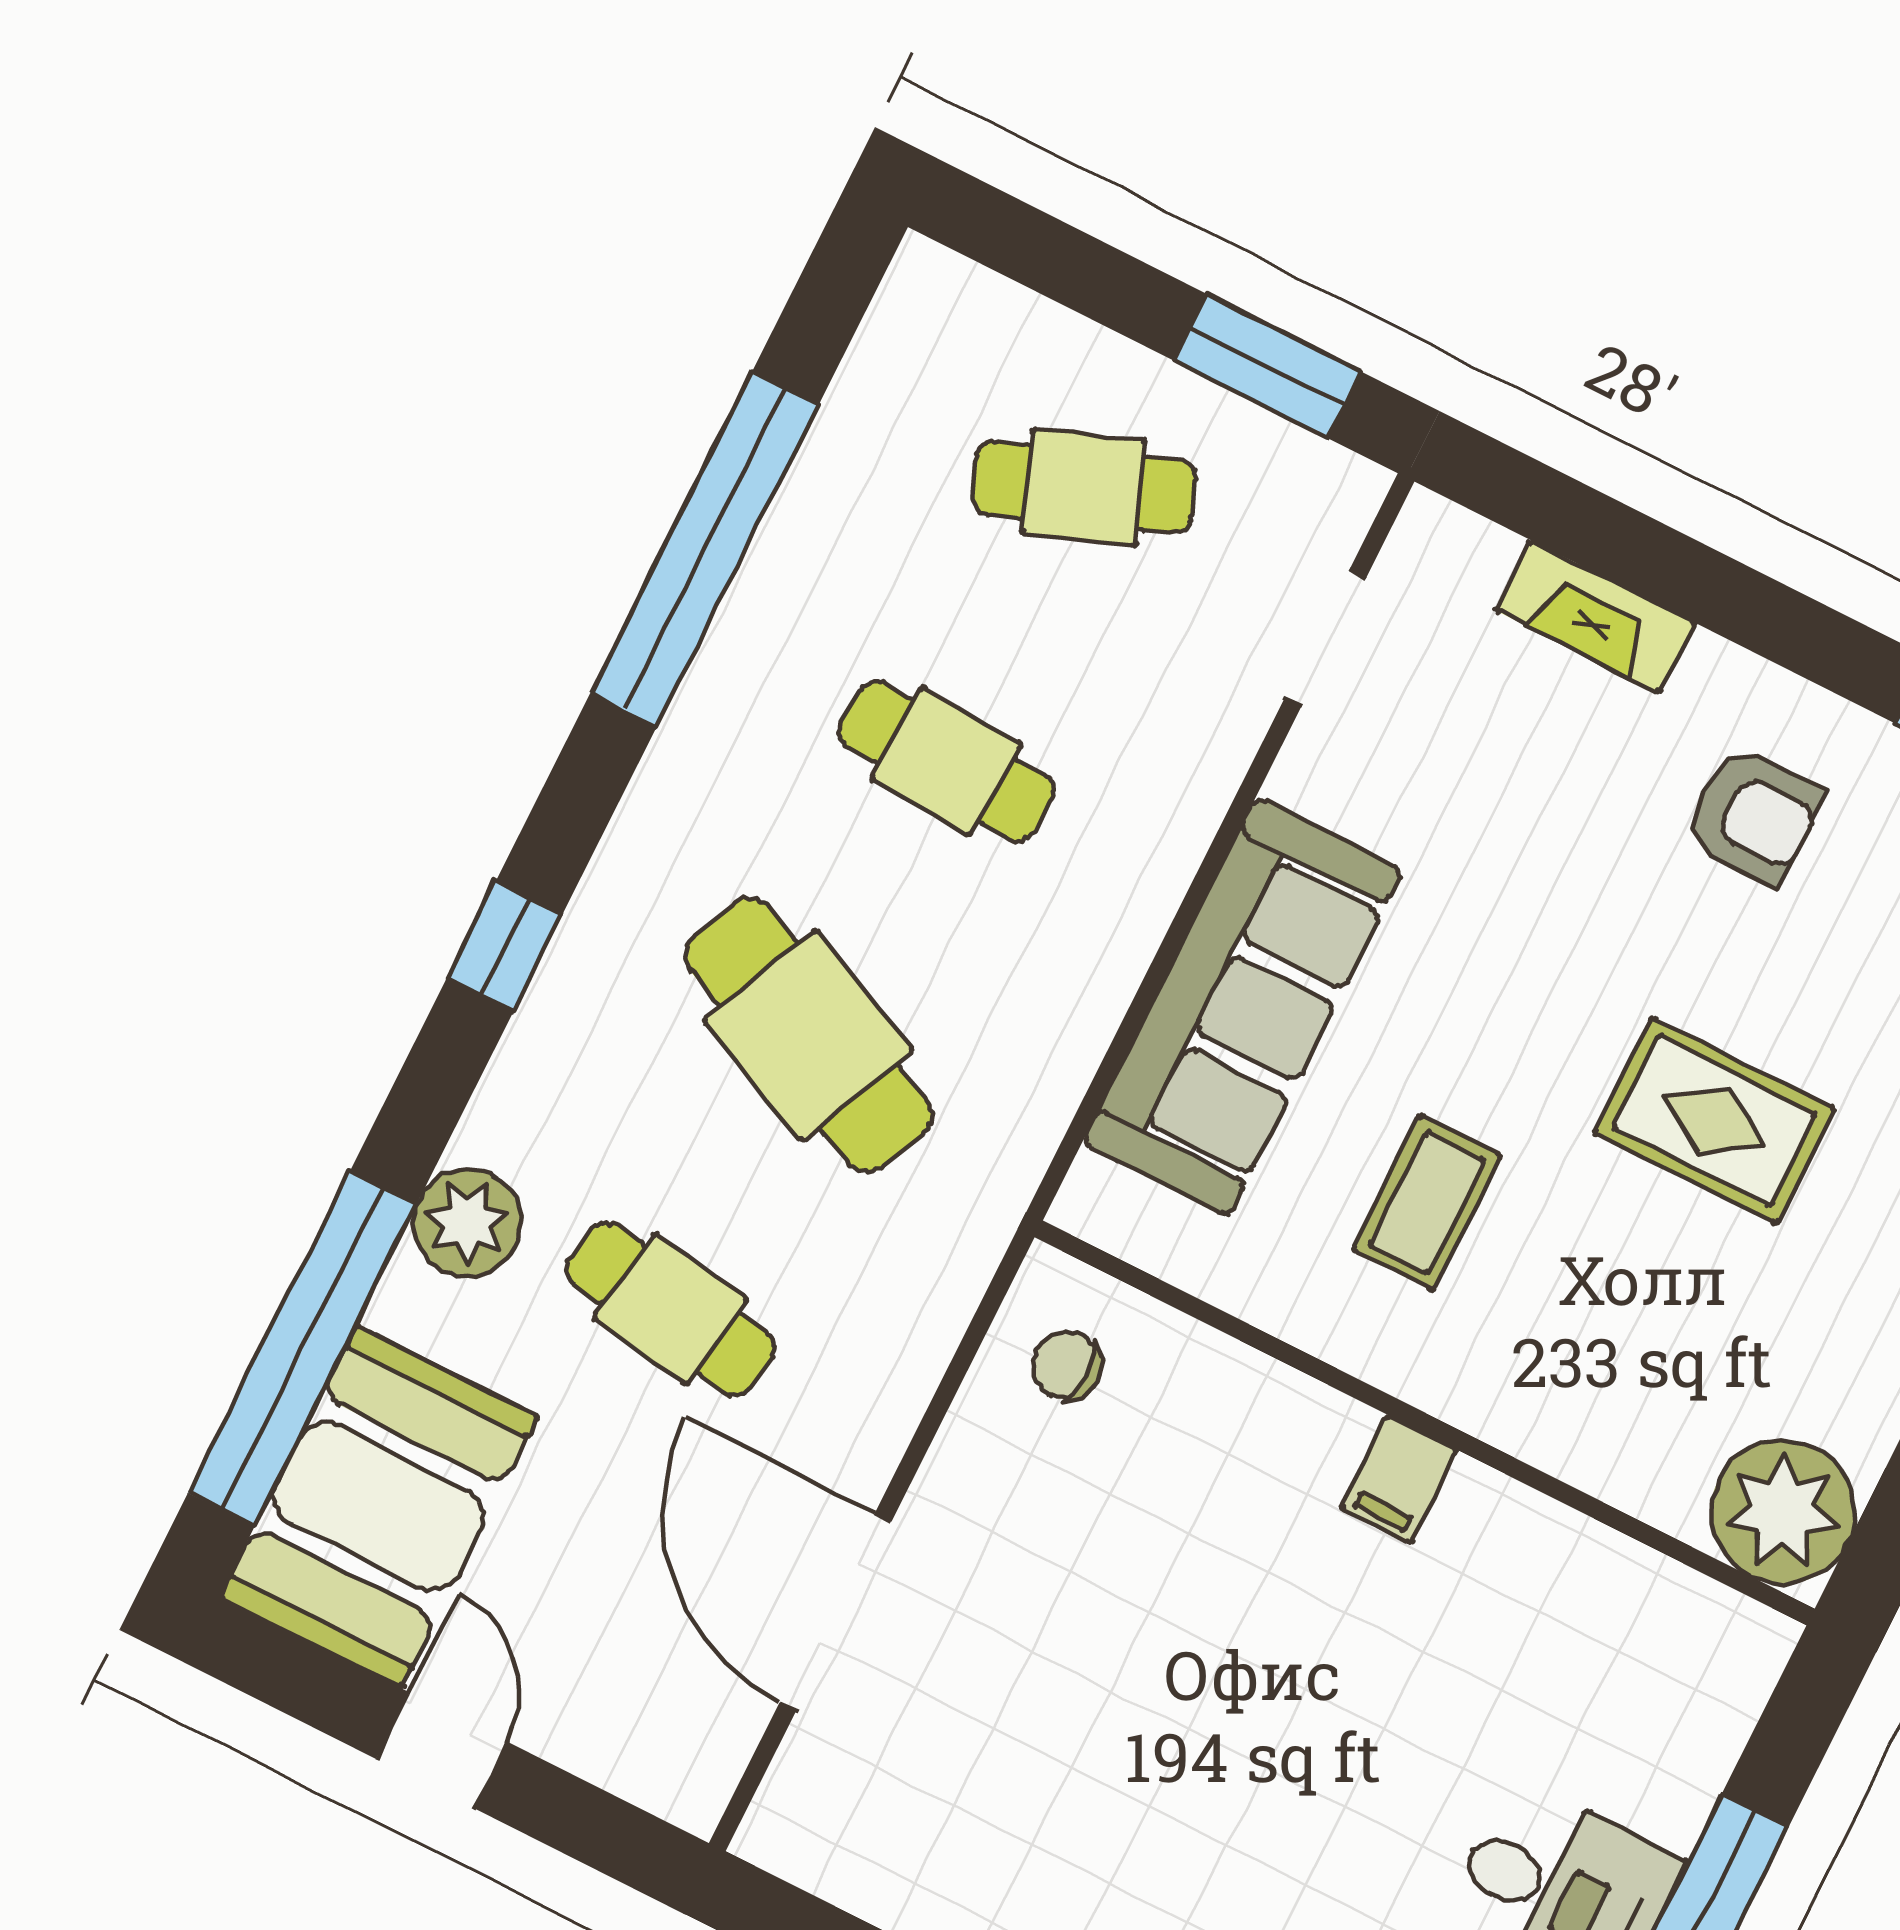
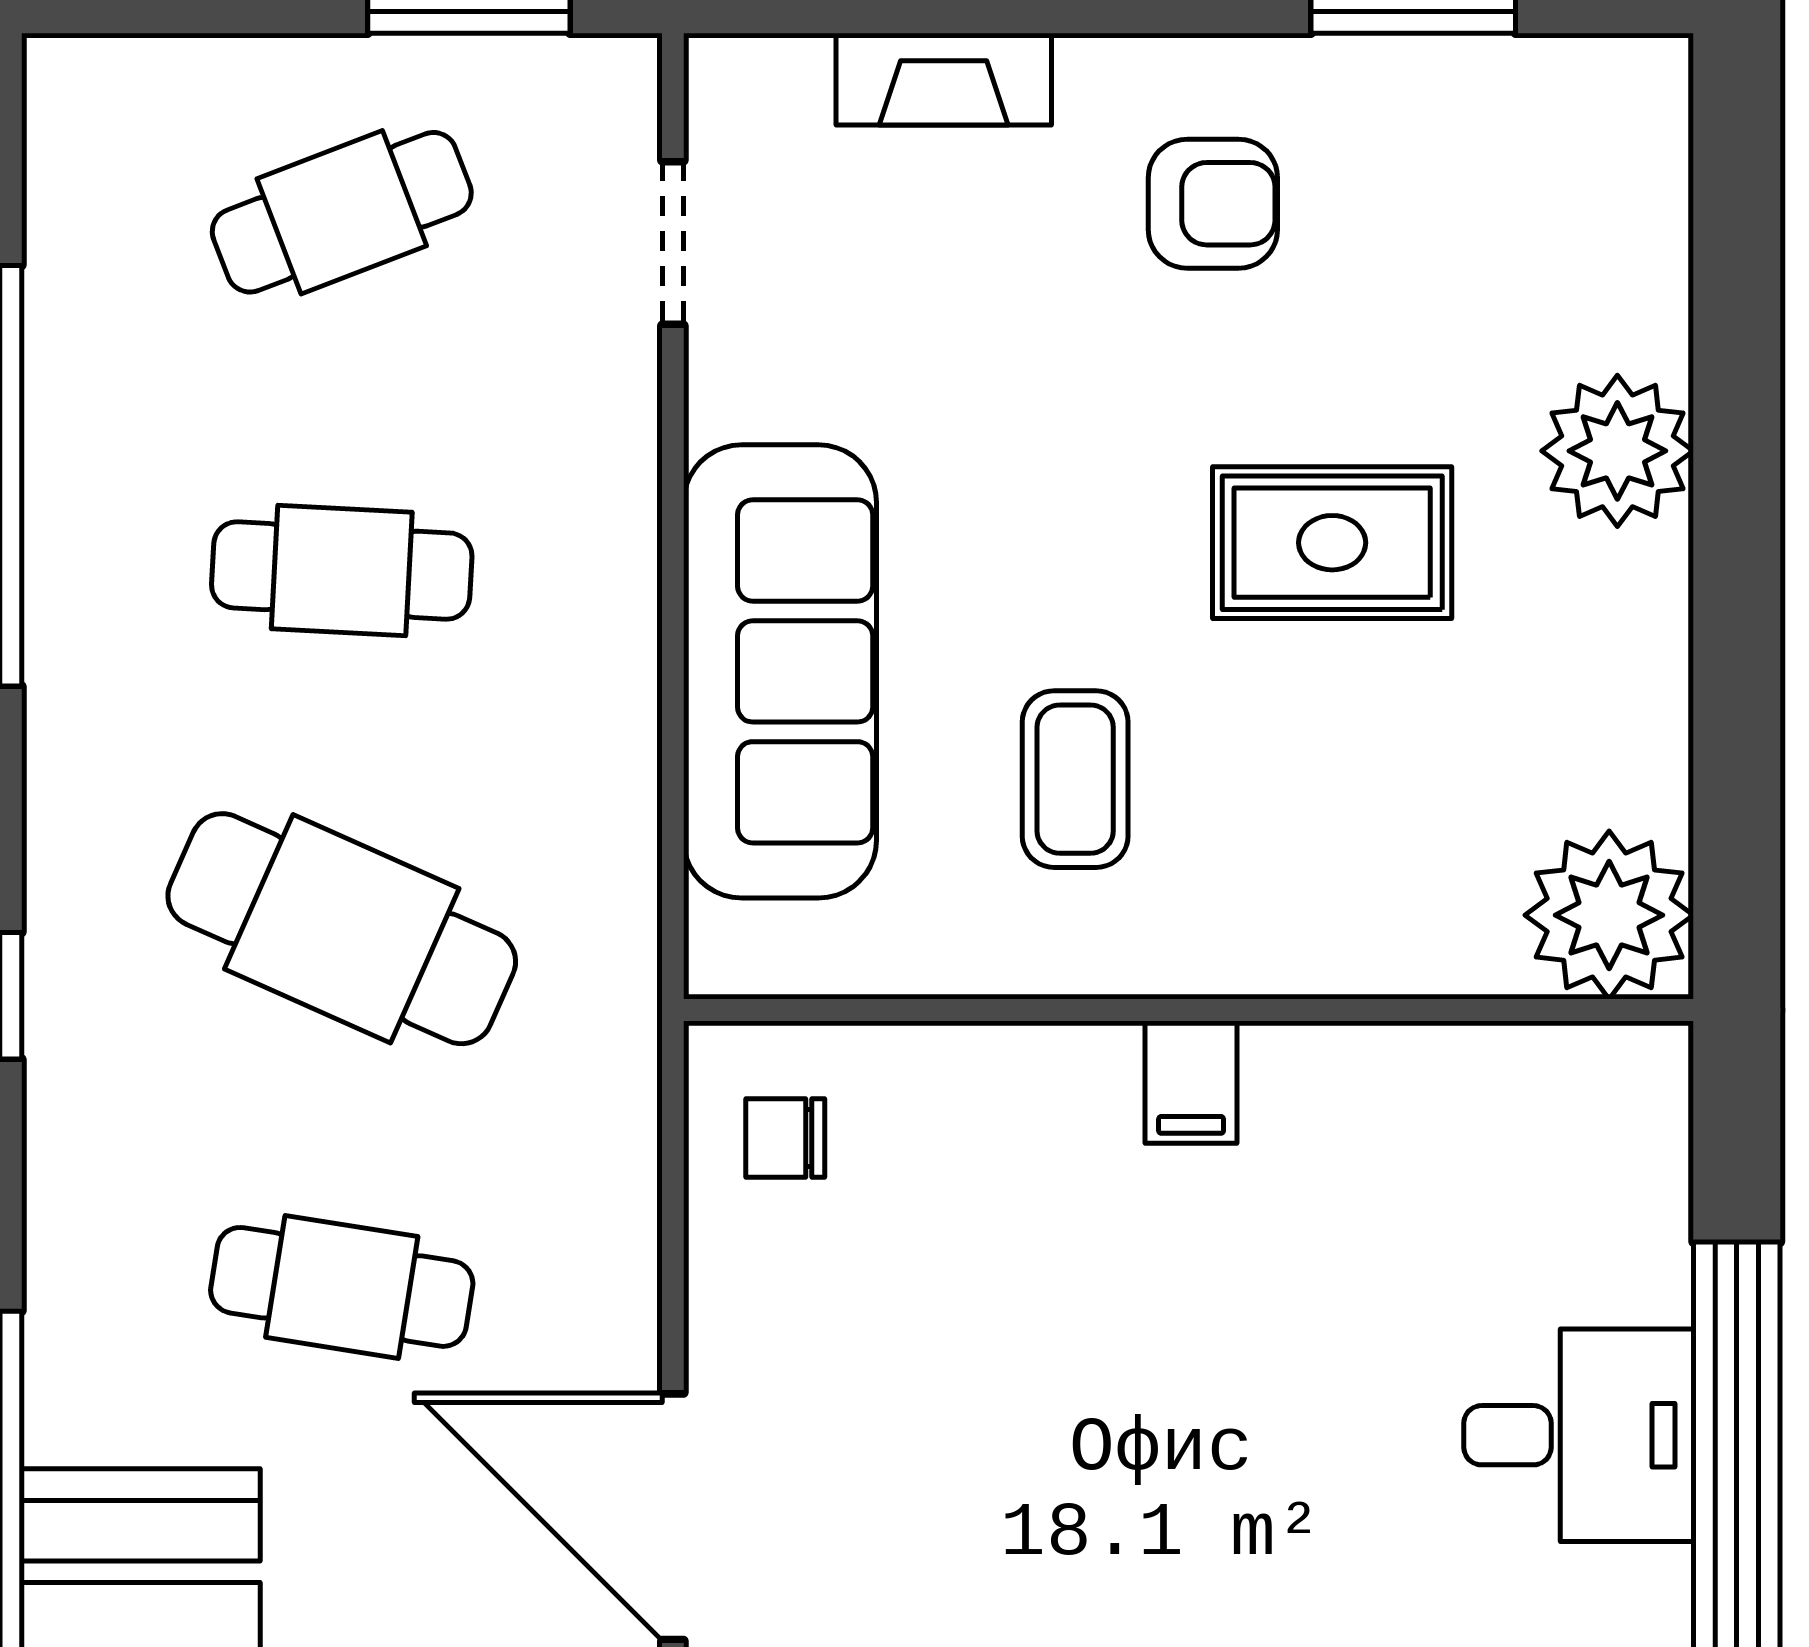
plant: (467, 1223) -> (84, 1304), removed

